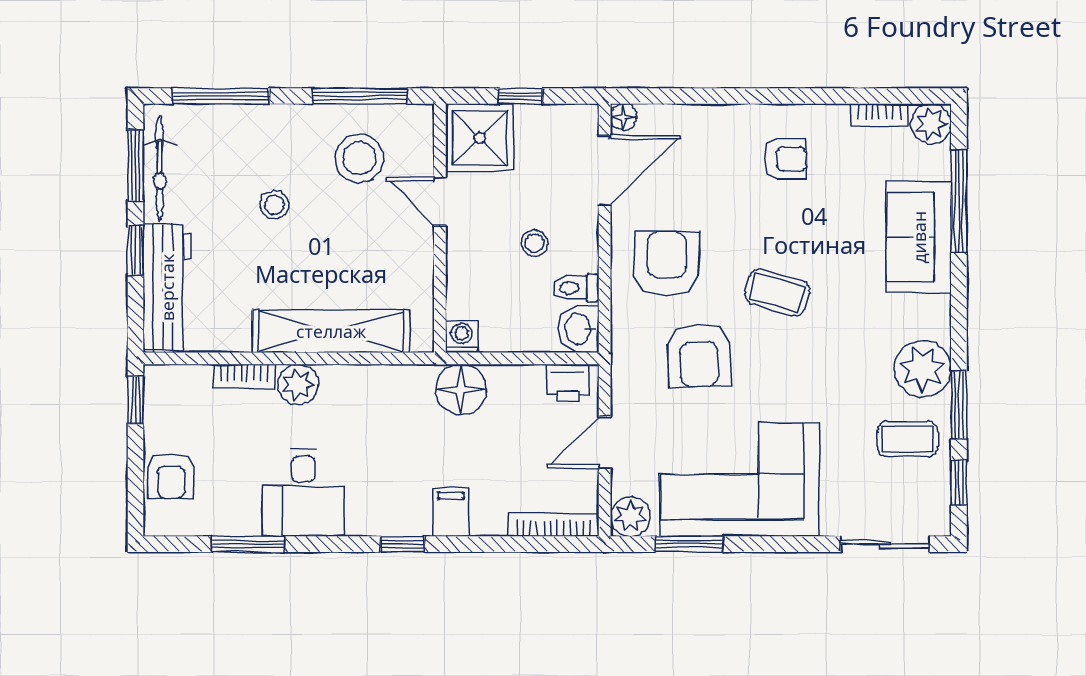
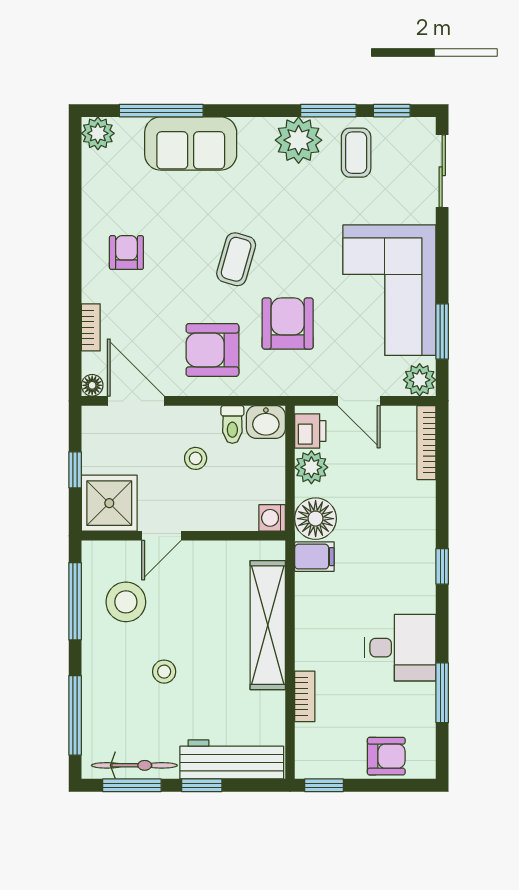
bookcase: (879, 115) -> (91, 327), moved
armchair: (699, 355) -> (288, 324), turned -88
plant: (298, 384) -> (311, 467), moved
filing cabinet: (451, 512) -> (314, 557), moved, turned 180

